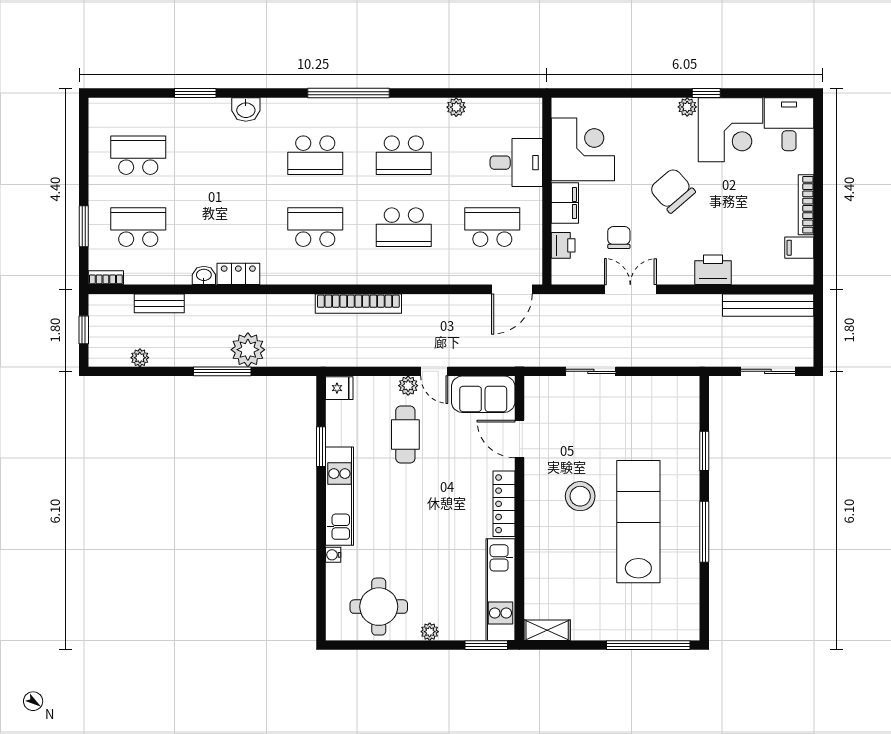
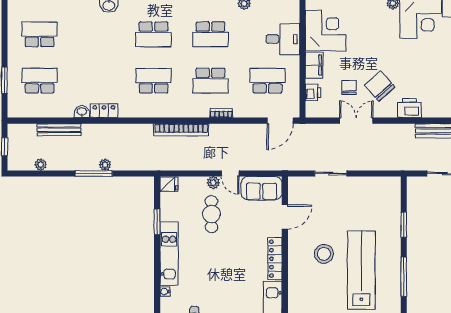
chair: (672, 190) -> (380, 86), moved
bookcase: (106, 278) -> (221, 113), moved
bench: (159, 303) -> (59, 130), width x1.36
plant: (248, 350) -> (105, 165), width x0.53, depth x0.53
door: (519, 439) -> (285, 217), swing flipped

